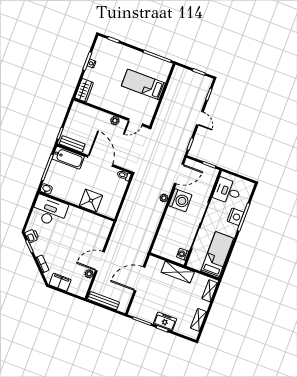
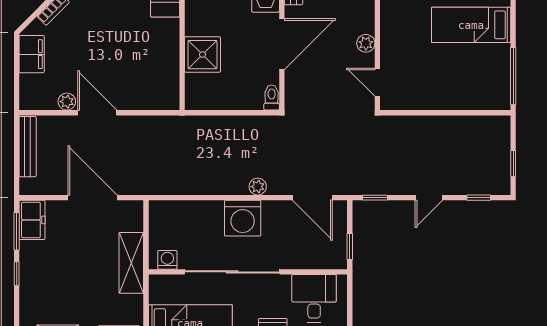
bed: (143, 85) -> (471, 25), moved, turned -90
washing machine: (180, 200) -> (243, 218), moved
freezer: (165, 321) -> (32, 220), moved

